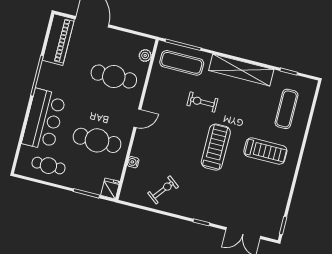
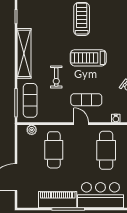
piano: (58, 40) -> (58, 200), moved
exercise mat: (287, 109) -> (86, 100), moved

